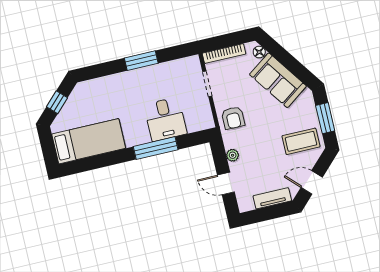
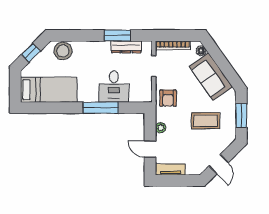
window: (141, 61) -> (117, 35), moved
dresser: (169, 69) -> (126, 47), added
stool: (95, 91) -> (63, 51), added
coffee table: (301, 141) -> (206, 121), moved
door: (312, 182) -> (219, 164), swing flipped
tv unit: (272, 198) -> (170, 170), moved

